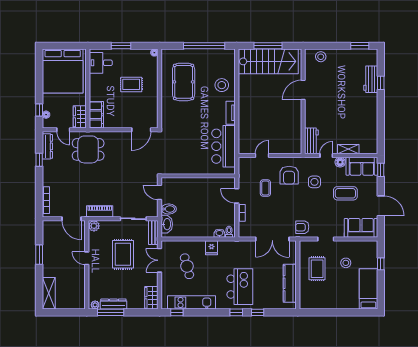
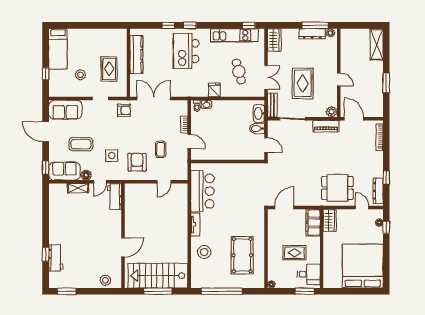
desk: (101, 63) -> (309, 274), moved
wall: (88, 89) -> (322, 249), moved
filing cabinet: (96, 115) -> (313, 222), moved
wardrobe: (80, 117) -> (330, 221), moved

